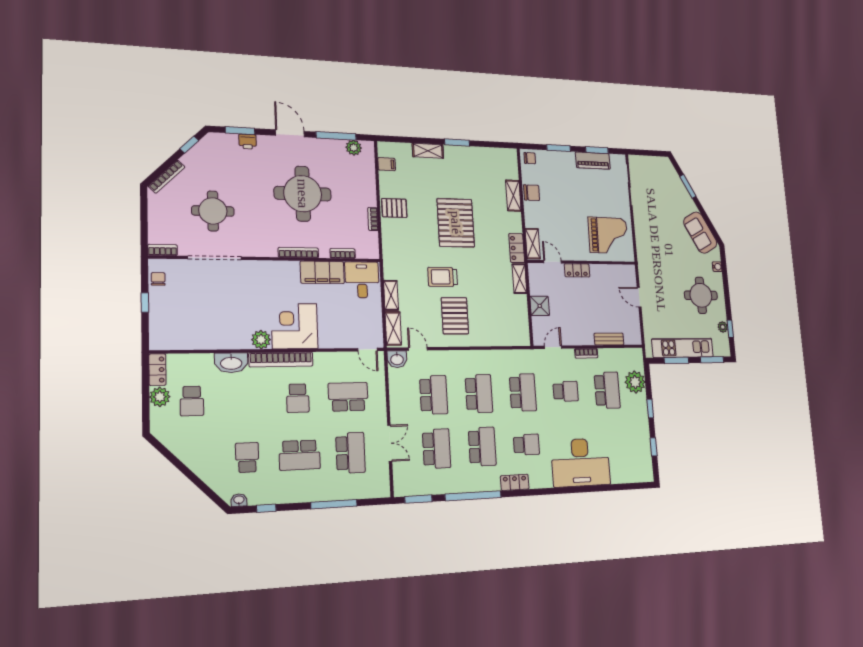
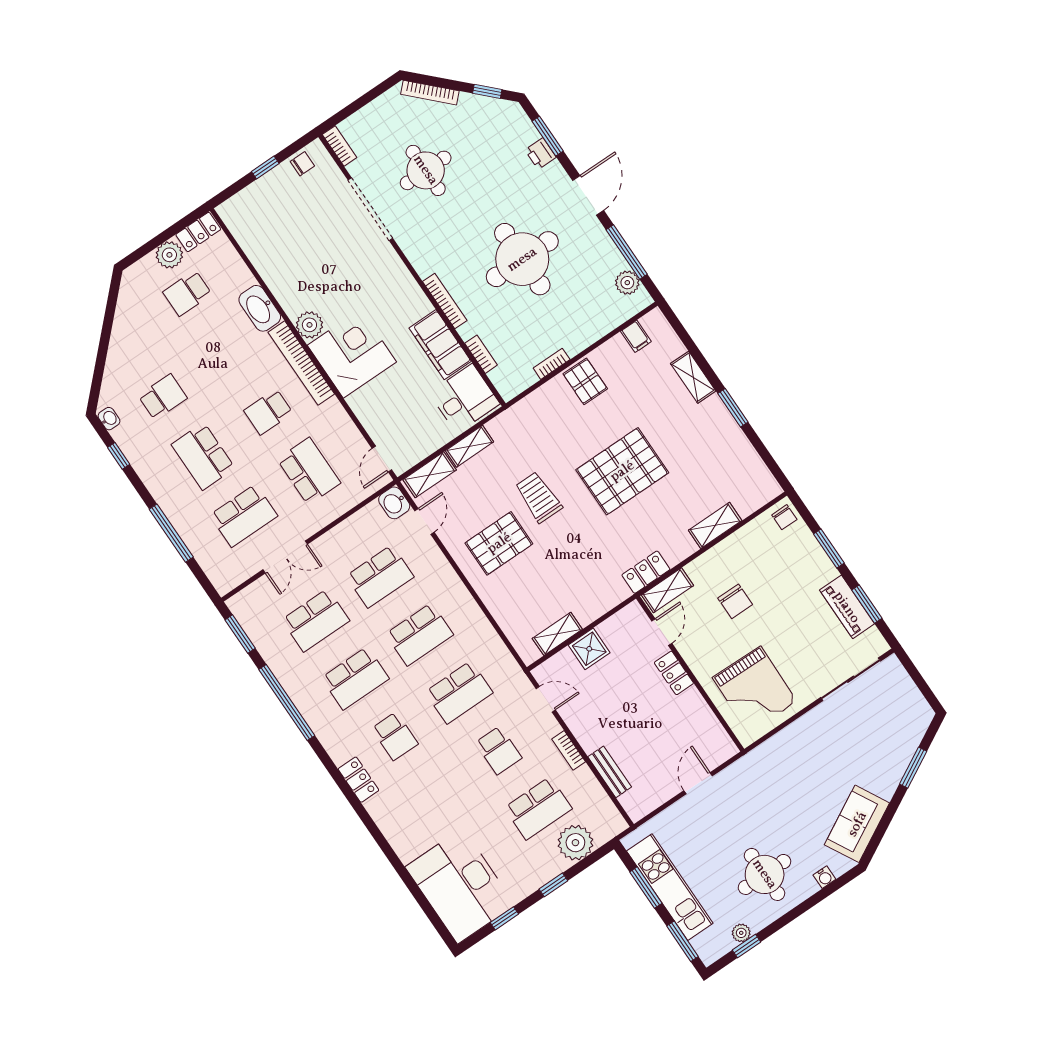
chair: (532, 193) -> (735, 601), moved
shelving: (519, 279) -> (557, 634), moved
desk: (581, 462) -> (460, 886), moved
locker: (515, 482) -> (358, 780), moved

